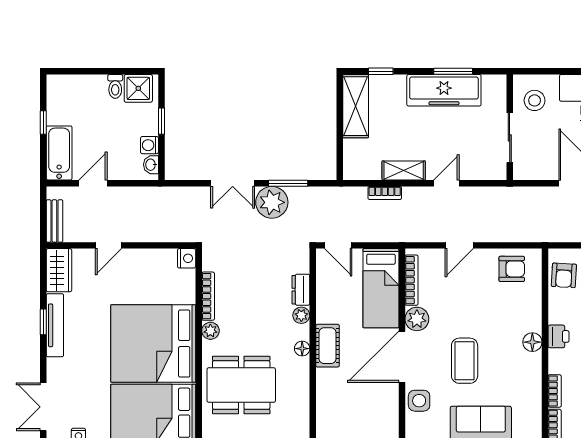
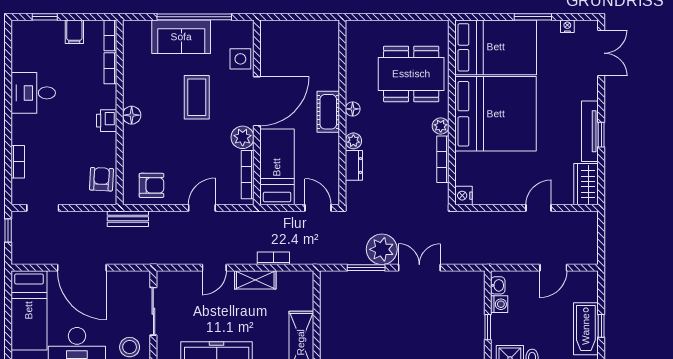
bathtub: (59, 153) -> (586, 329), moved
bench: (54, 221) -> (128, 219), moved, turned 90
armchair: (512, 269) -> (152, 185), turned 180

